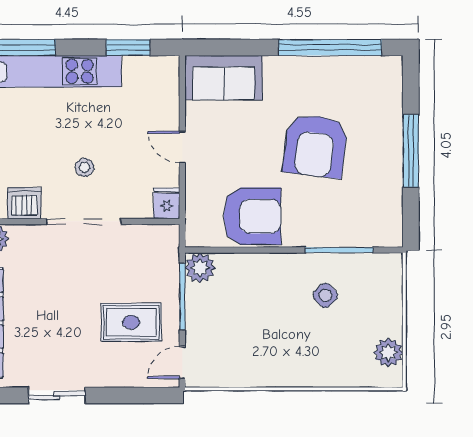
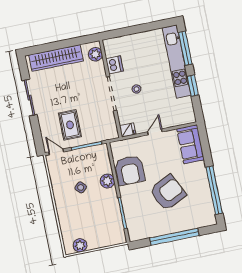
window: (128, 47) -> (193, 86), moved
armchair: (315, 146) -> (168, 193), turned 147
window: (411, 151) -> (174, 237), width x1.46
plant: (200, 268) -> (107, 181), moved
side table: (325, 295) -> (81, 187), moved
sliding door: (57, 395) -> (30, 98), width x1.37

